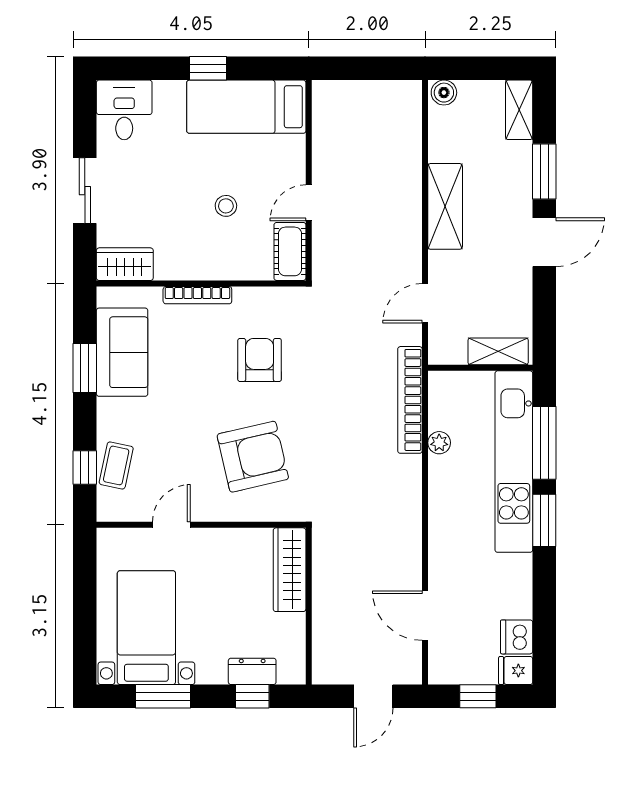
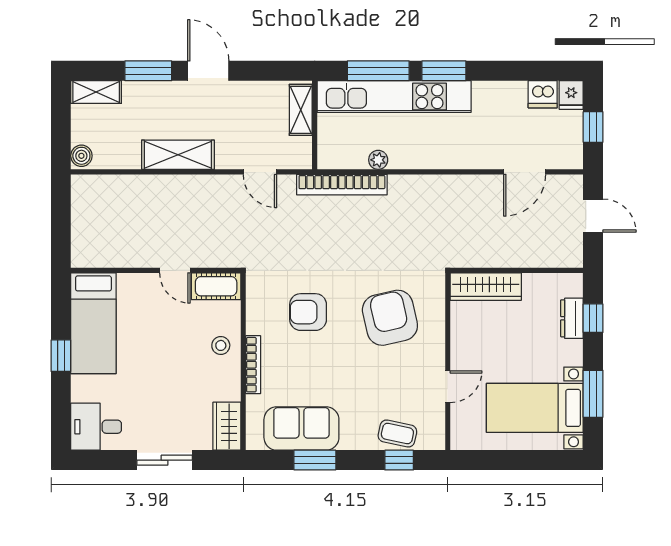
stool: (226, 206) -> (221, 345), moved
door: (171, 525) -> (448, 387), swing flipped

